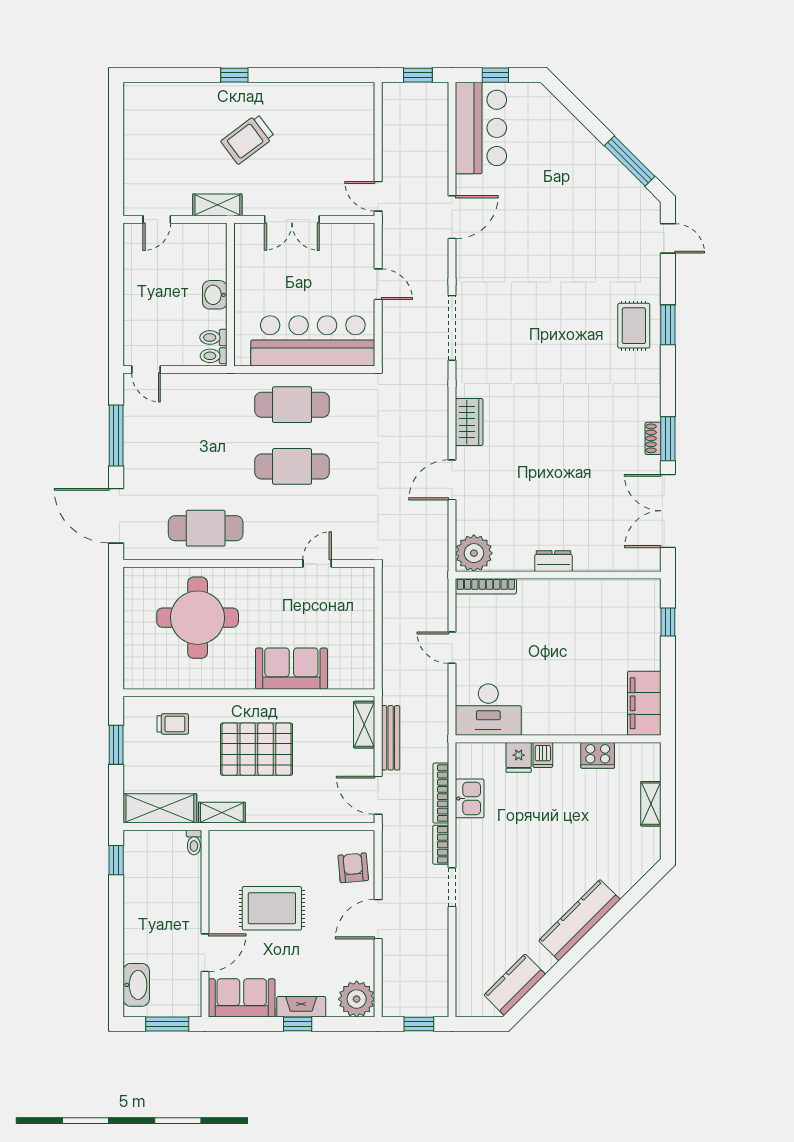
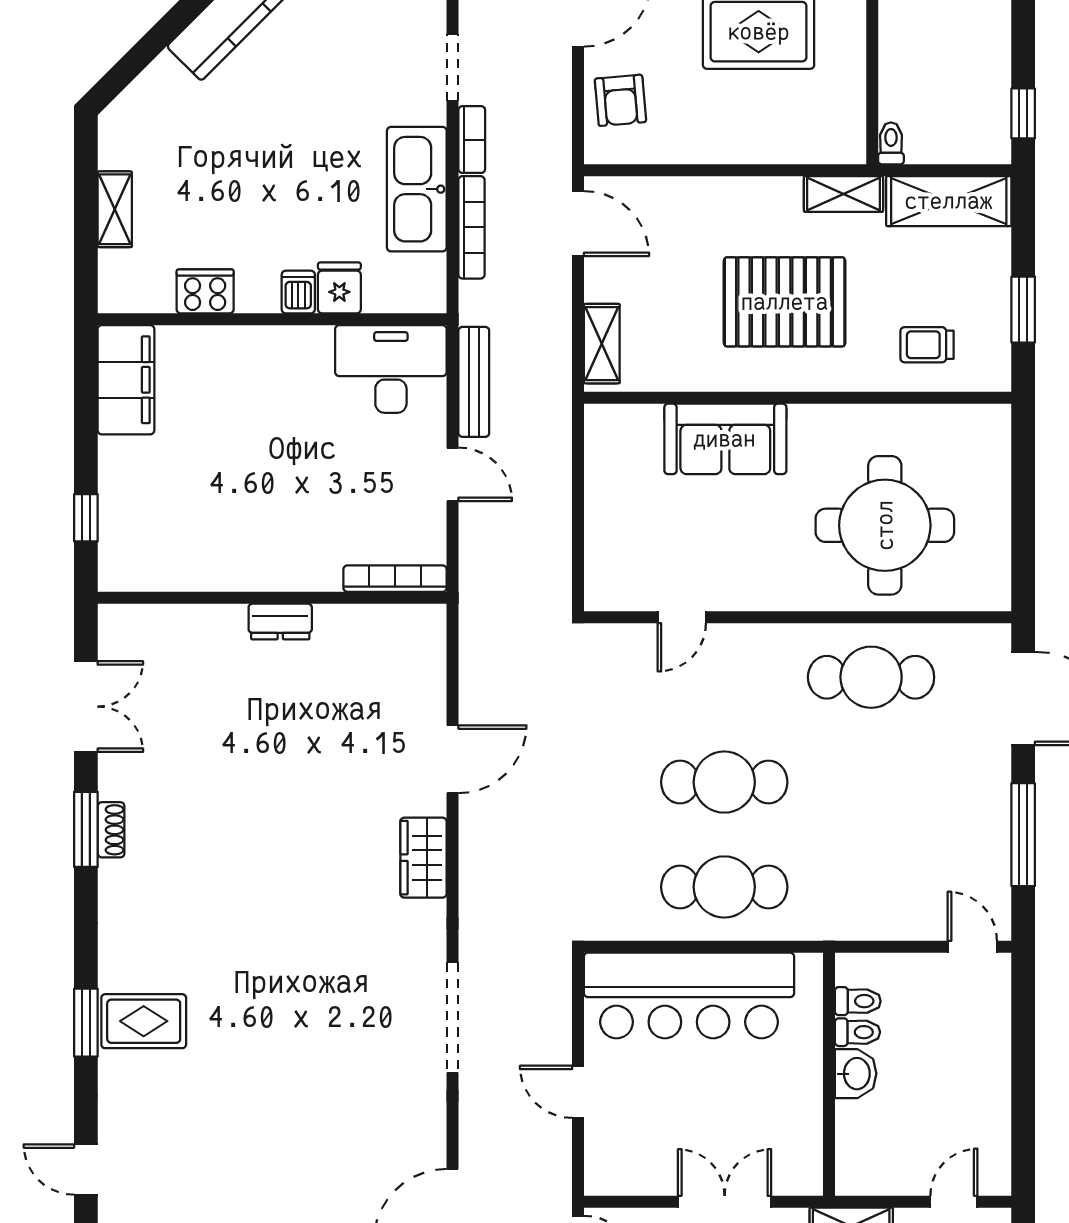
rug: (634, 326) -> (144, 1021), turned 90
toilet: (214, 356) -> (857, 1032), moved
double door: (668, 511) -> (86, 707), width x0.73
plant: (474, 553) -> (415, 635), removed
bench: (391, 738) -> (474, 382), moved
kitchen sink: (470, 798) -> (417, 189), width x1.87, depth x1.24

